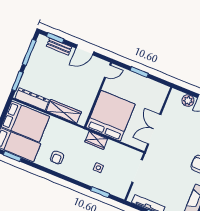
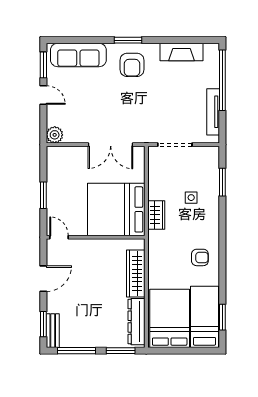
bench: (59, 47) -> (53, 331), moved
door: (85, 50) -> (43, 279), hinge flipped
plant: (188, 101) -> (55, 135), moved

